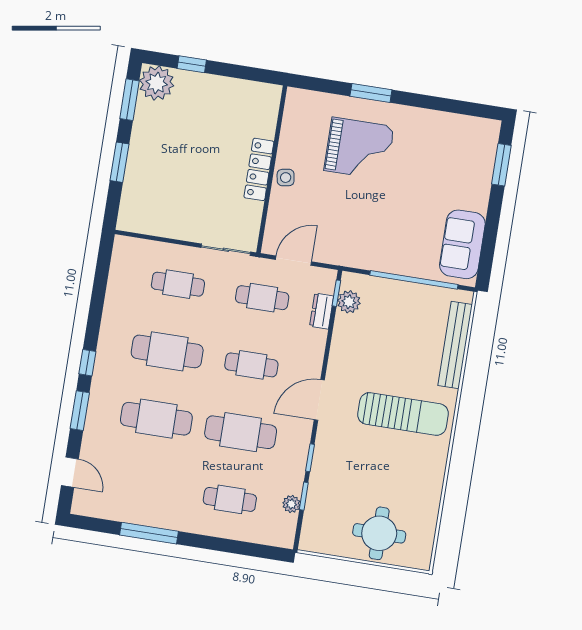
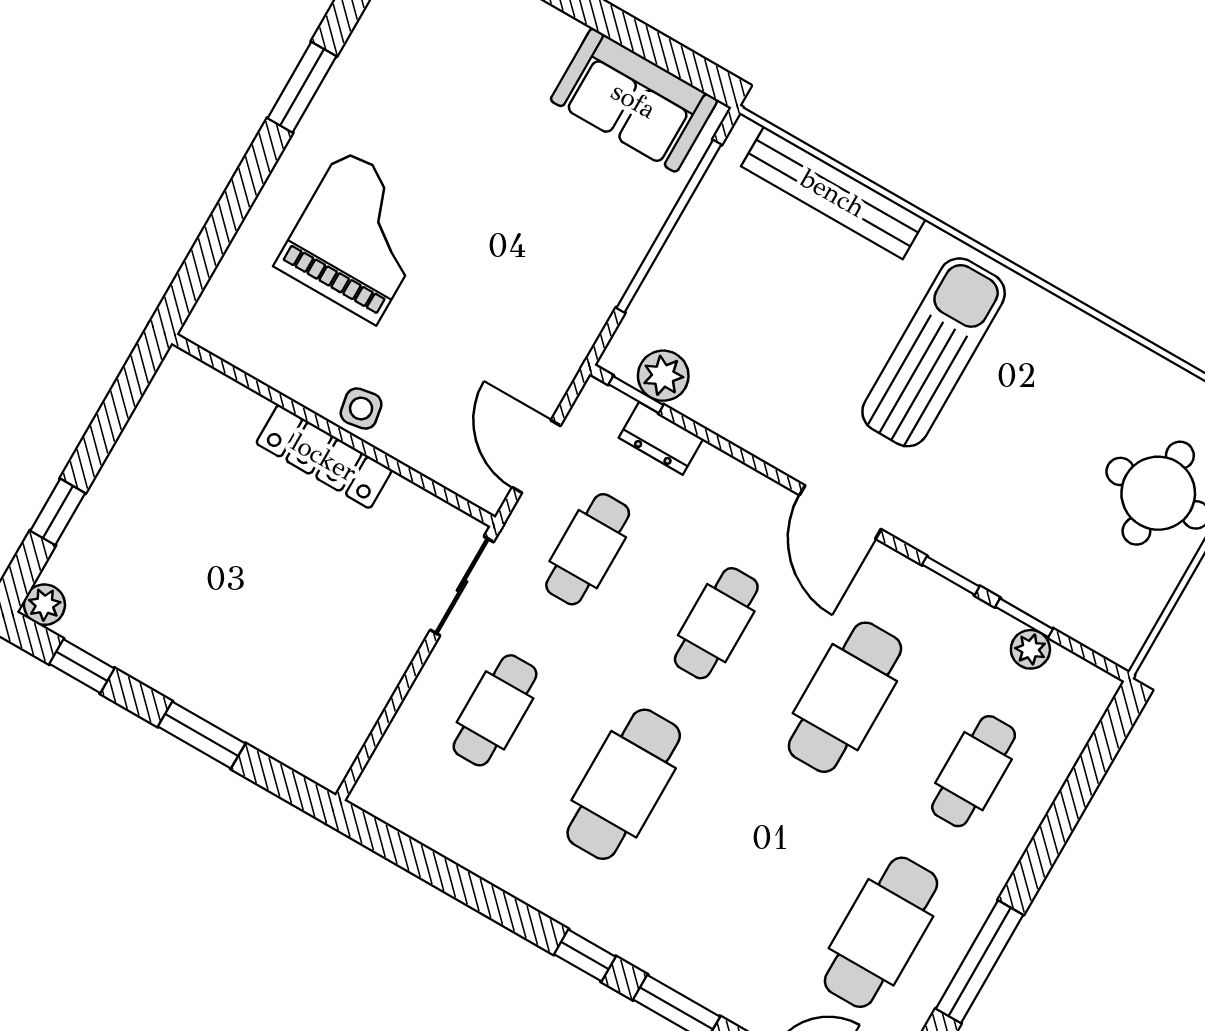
plant: (157, 83) -> (44, 605), width x0.53, depth x0.53
window: (371, 93) -> (302, 87), moved
window: (130, 100) -> (82, 666), width x0.67
cafe table: (156, 419) -> (881, 932), moved

